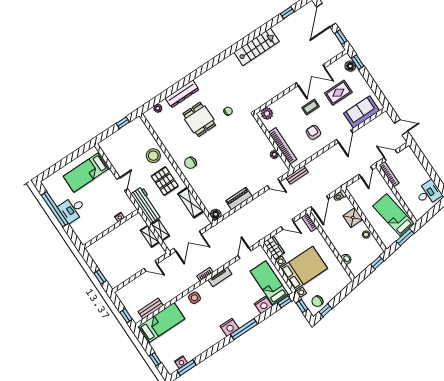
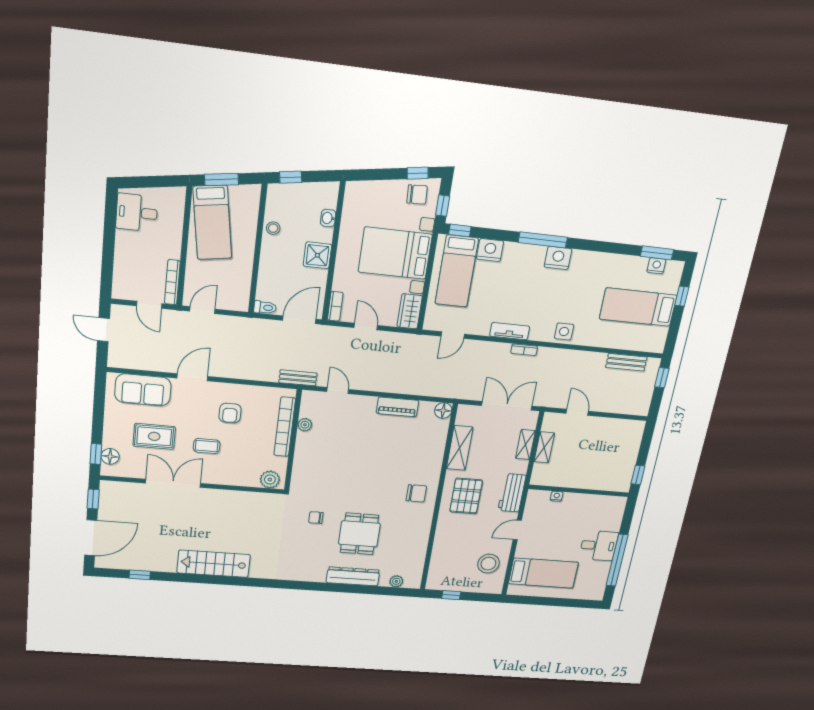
stool: (153, 156) -> (488, 564), moved
workbench: (146, 205) -> (512, 493), width x0.73
shower: (353, 218) -> (317, 255), moved
window: (100, 277) -> (638, 475), moved
bed: (161, 323) -> (638, 307), moved

